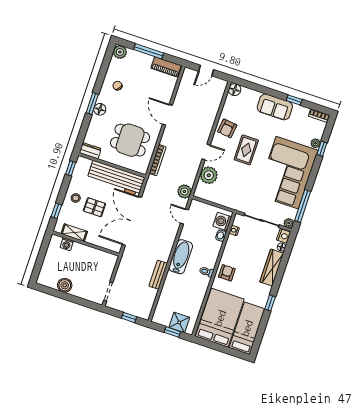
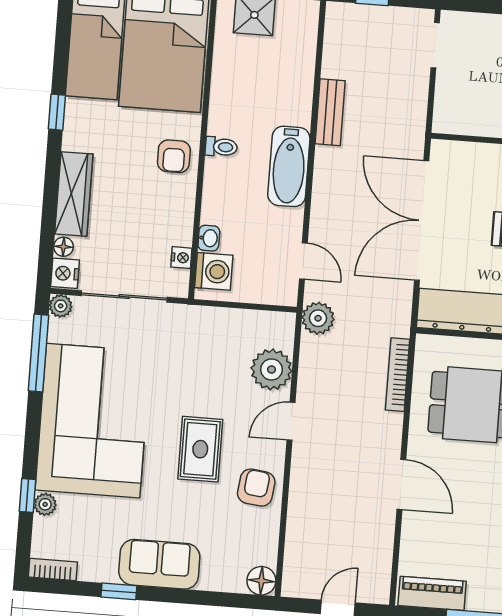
double door: (132, 221) -> (422, 220), swing flipped

